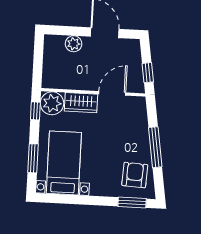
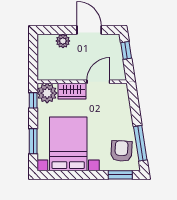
window: (148, 73) -> (126, 50), moved
window: (155, 147) -> (140, 143), moved
bed with nightstands: (64, 163) -> (68, 144), width x1.36

